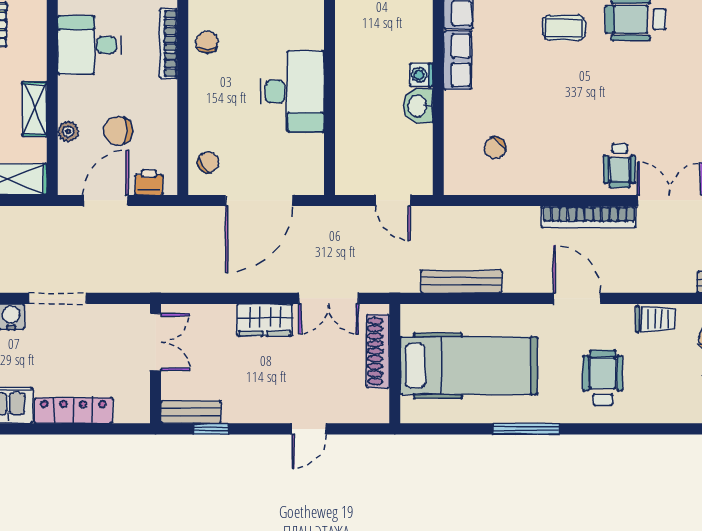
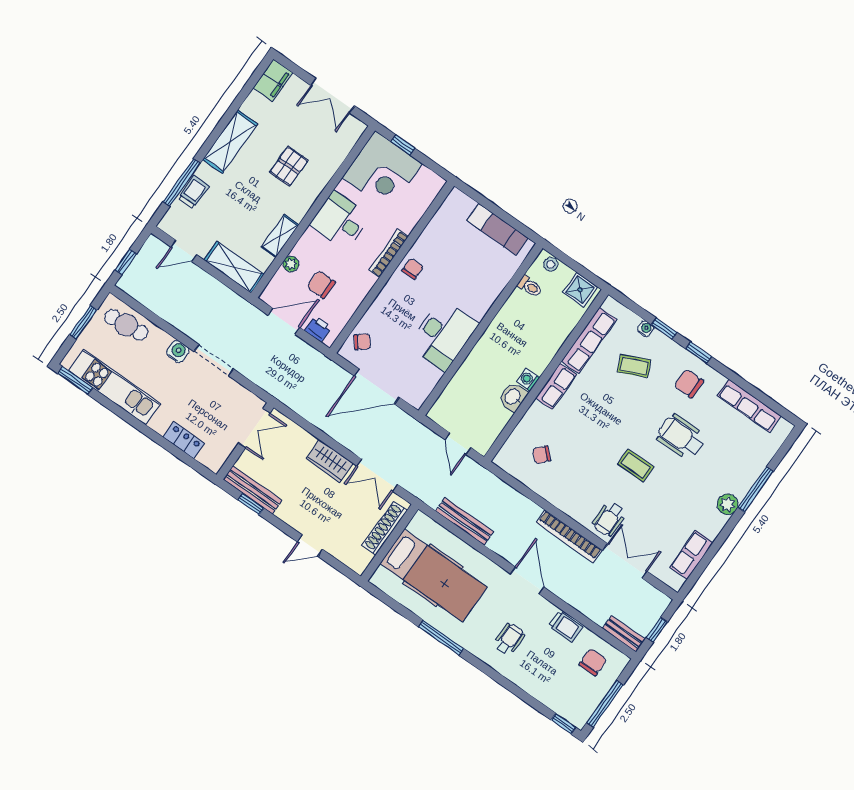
coffee table: (564, 28) -> (636, 465), moved
wheelchair: (603, 378) -> (509, 639), width x0.73, depth x0.73
locker: (73, 411) -> (184, 440), width x0.66
bench: (191, 412) -> (252, 490), width x1.36

